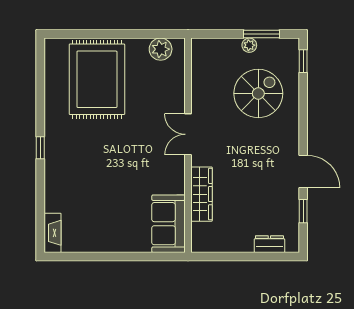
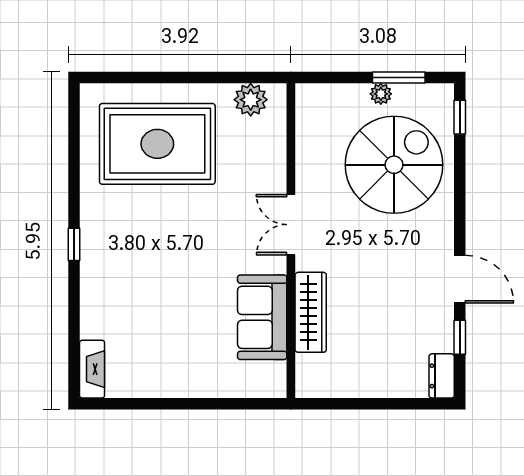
rug: (97, 79) -> (157, 144), turned 90
spiral stairs: (258, 93) -> (394, 165), width x1.37, depth x1.37
sofa: (168, 224) -> (262, 317), moved
dresser: (269, 244) -> (442, 376), moved, turned -90

